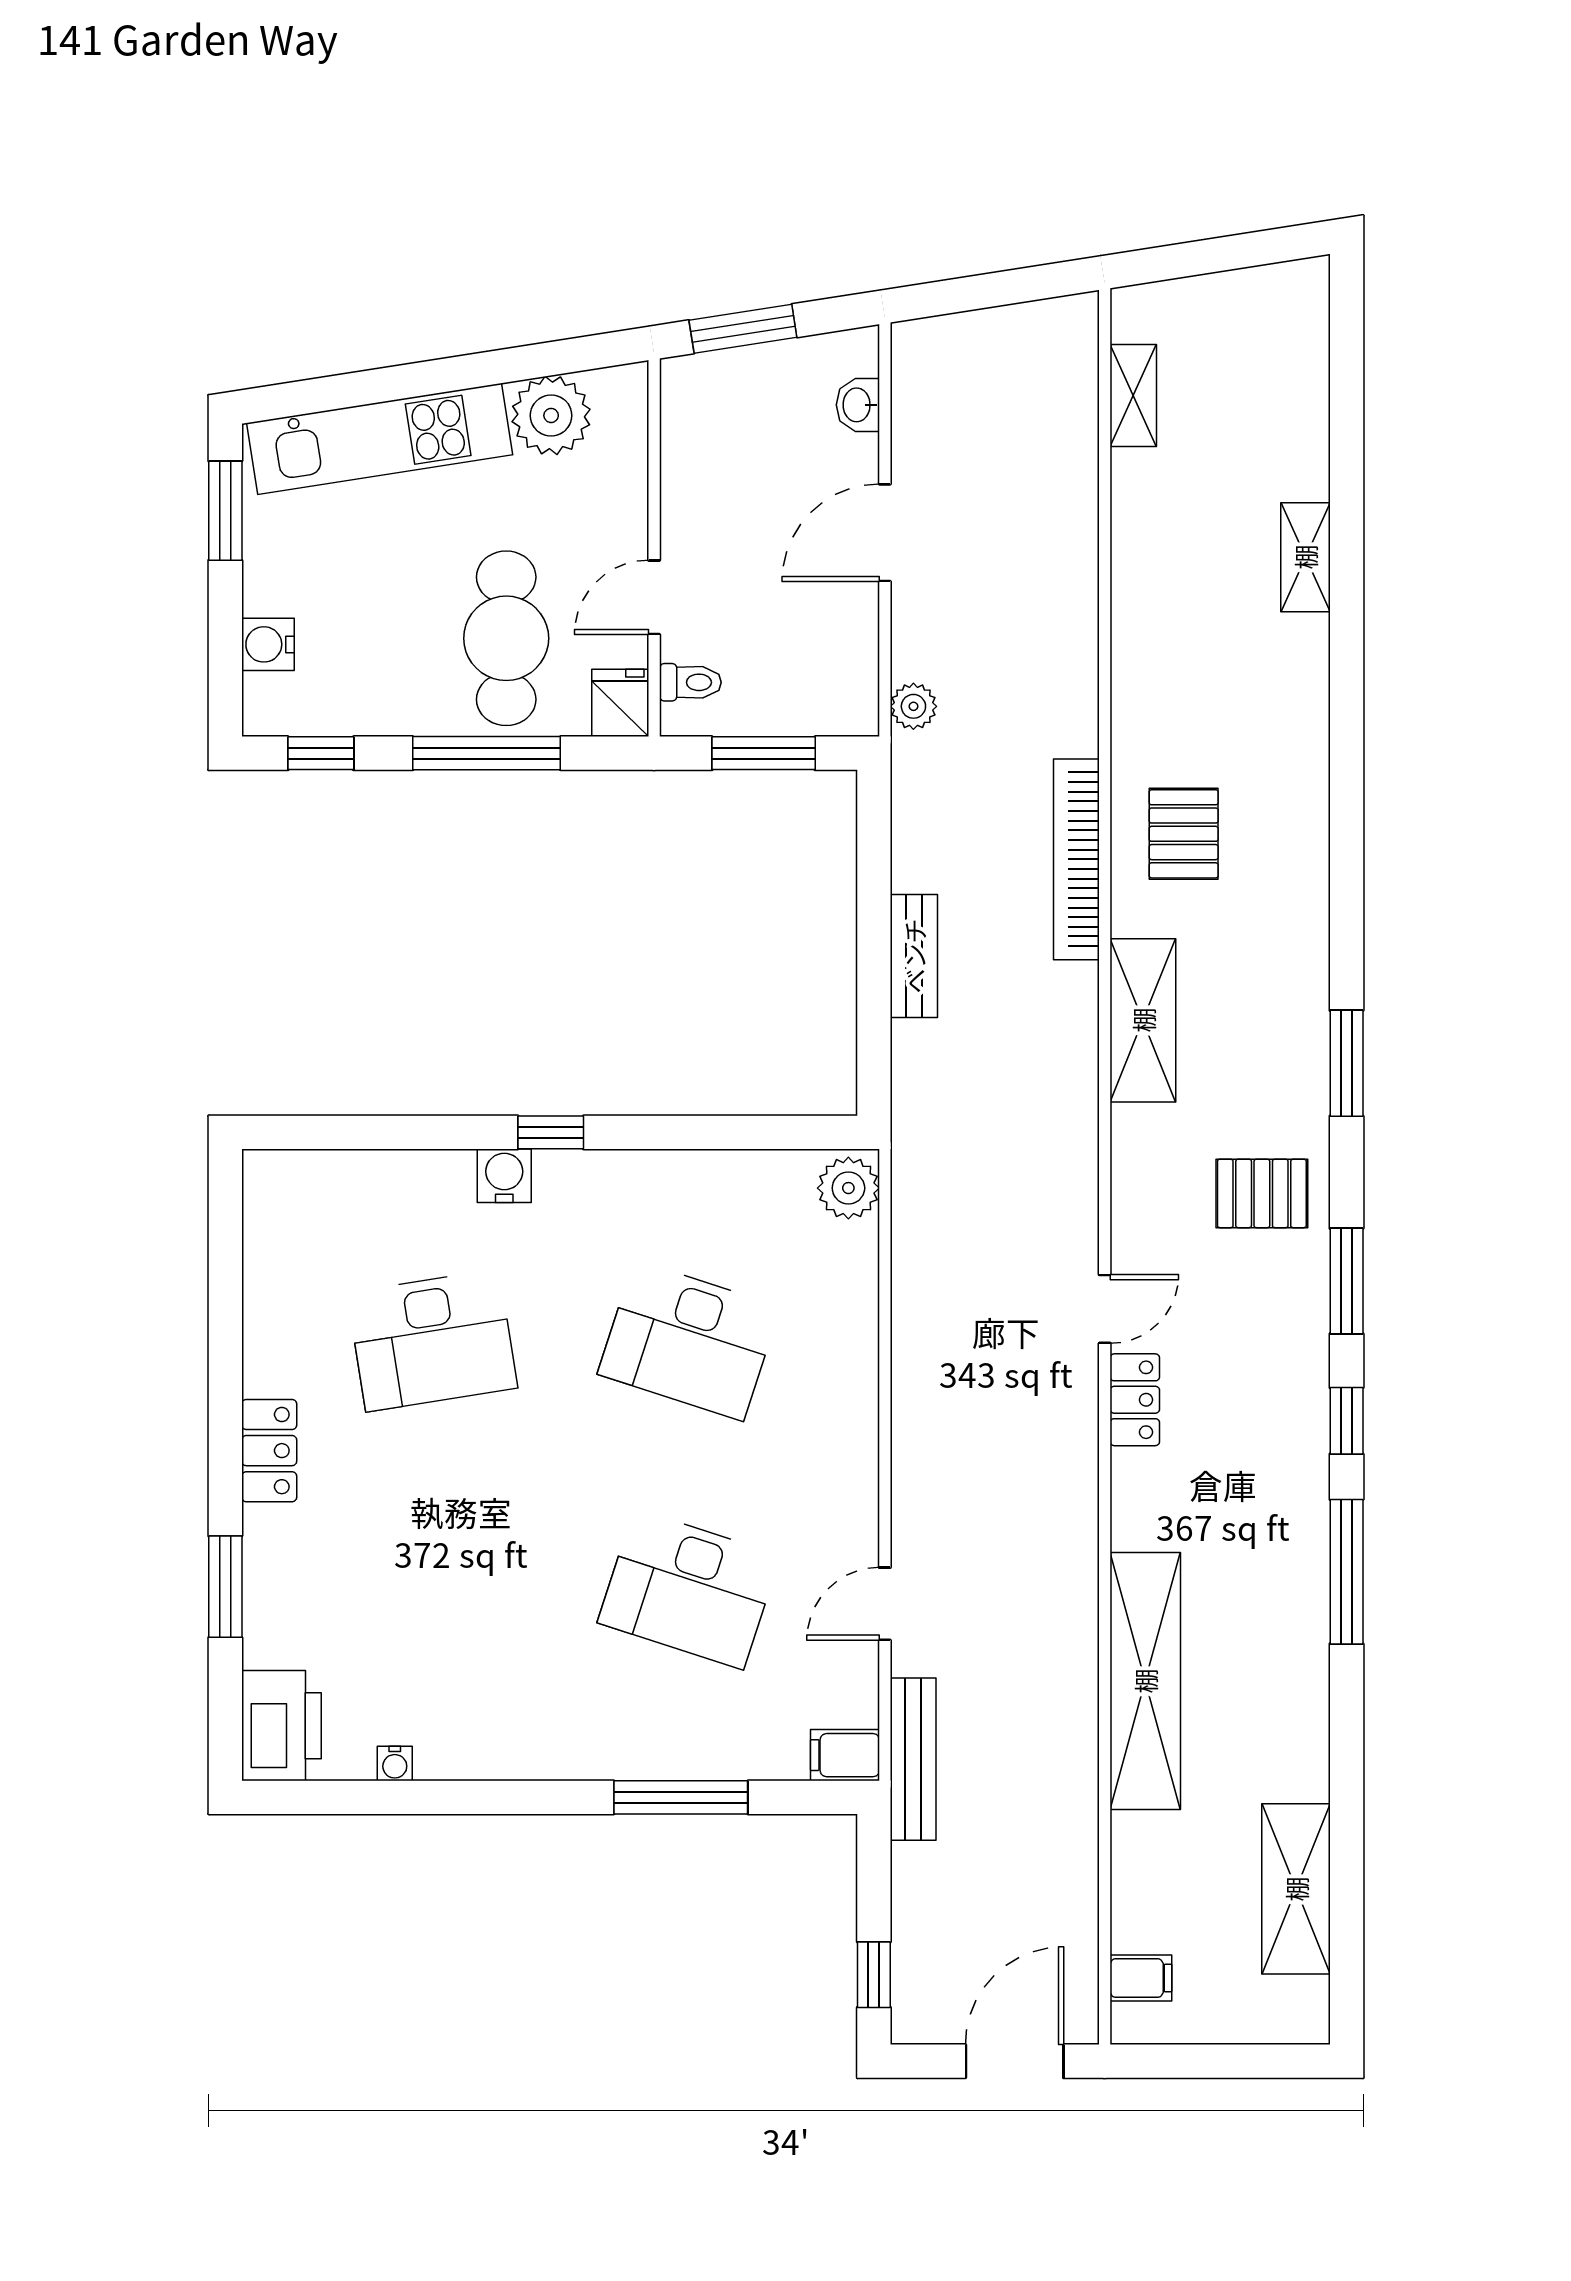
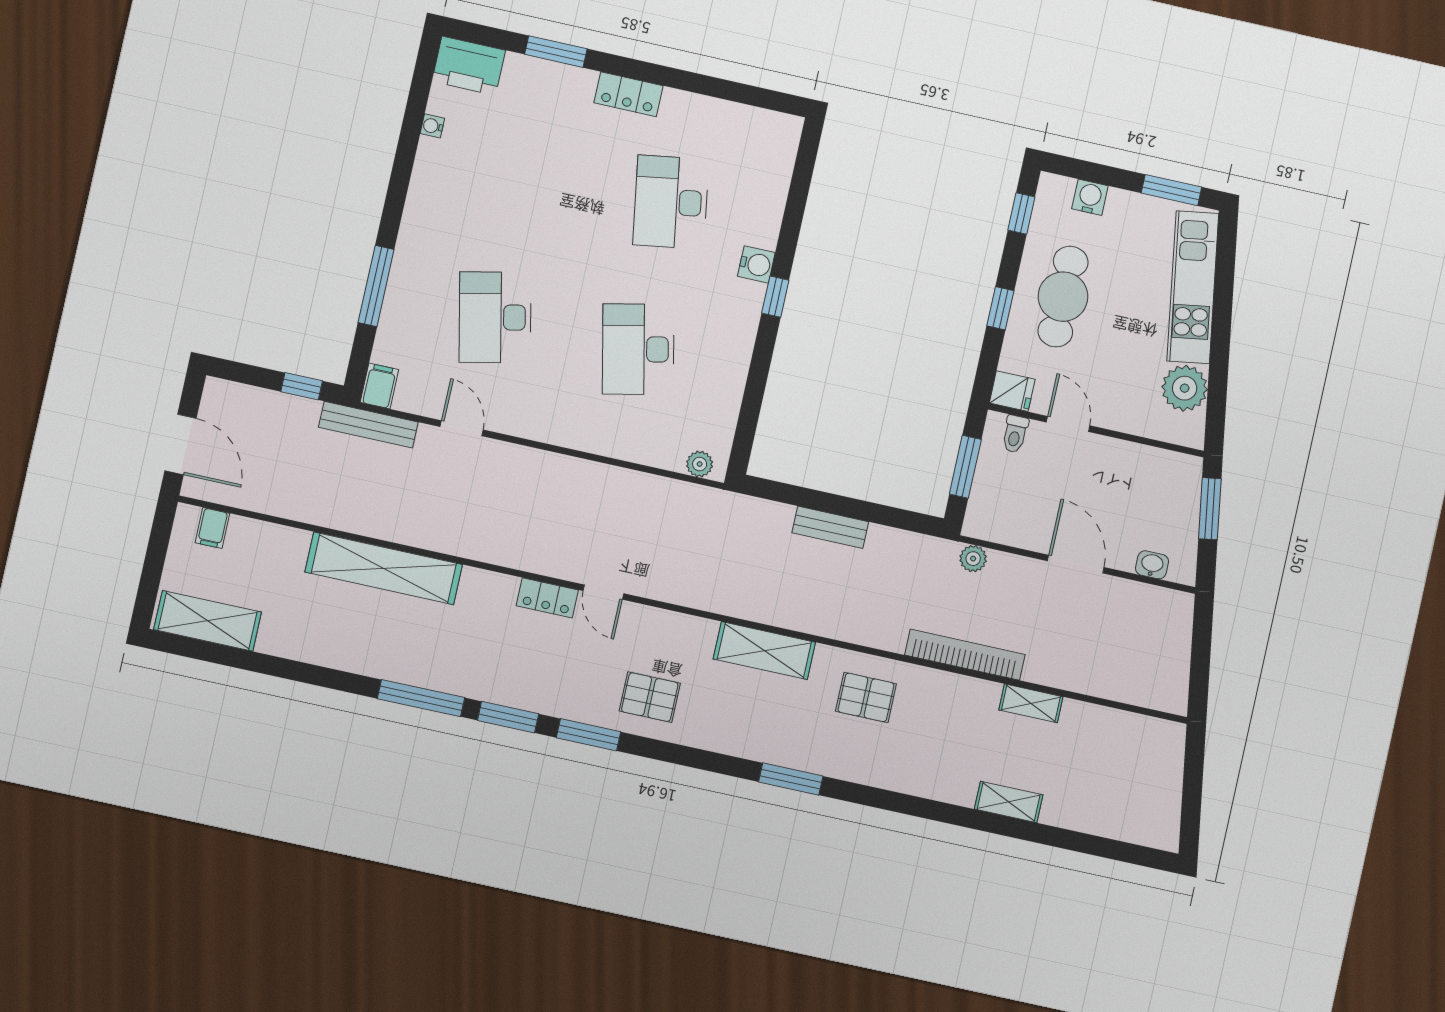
shelving: (1133, 395) -> (1031, 703), moved
cafe table: (506, 638) -> (1063, 297), moved, turned 90
window: (487, 753) -> (1000, 308), width x0.46
bookcase: (1076, 859) -> (965, 655), moved
window: (1347, 1063) -> (791, 779), moved
plant: (848, 1188) -> (700, 464), width x0.73, depth x0.73
pallet: (1262, 1193) -> (650, 697), turned 90
desk: (689, 1341) -> (638, 349), turned -30
window: (1347, 1421) -> (508, 717), width x1.50
desk: (689, 1589) -> (495, 317), turned -30
shelving: (1296, 1889) -> (208, 621), moved
window: (874, 1975) -> (302, 386), moved

